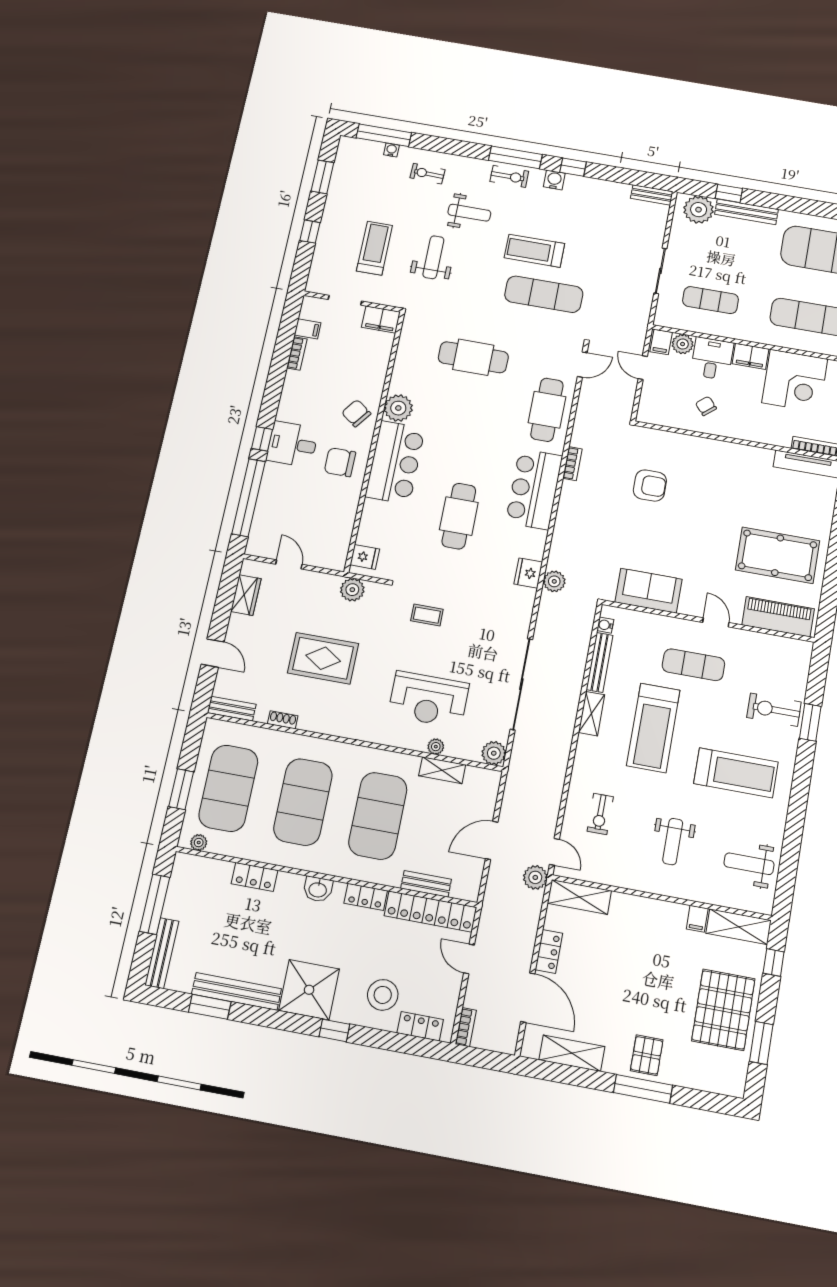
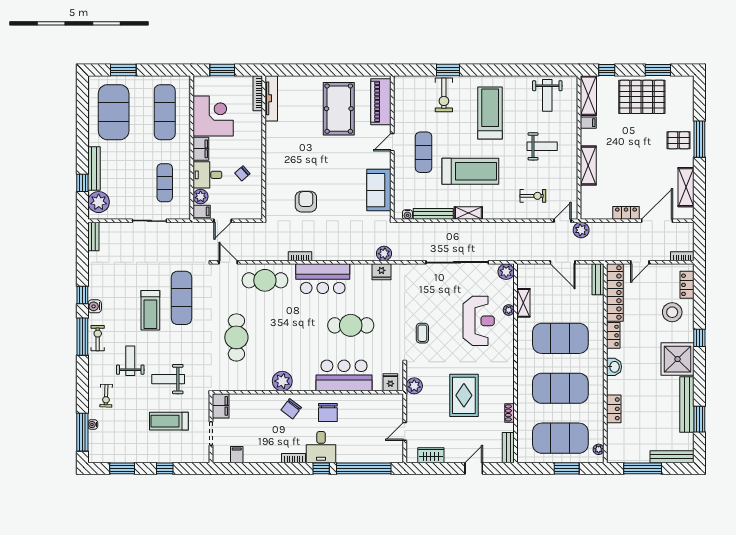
bookcase: (297, 353) -> (294, 458), moved
bar counter: (395, 462) -> (344, 375), moved
bench: (426, 884) -> (598, 279), moved
shelving: (579, 897) -> (588, 166), moved

